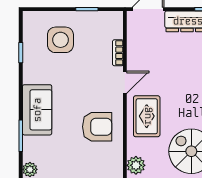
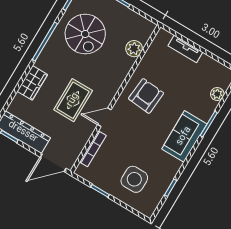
bookcase: (118, 53) -> (93, 149), width x1.56
rug: (147, 116) -> (73, 100), moved
armchair: (97, 127) -> (146, 96), turned 95

